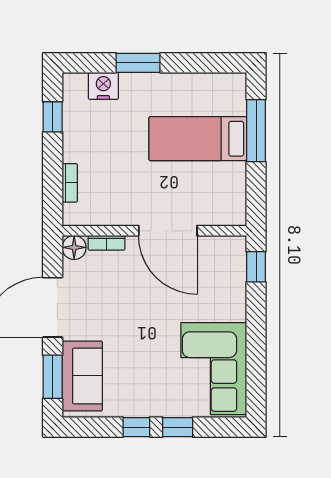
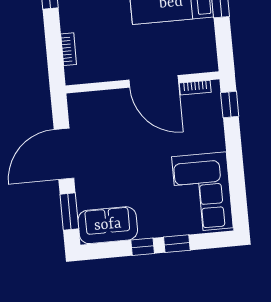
bookcase: (106, 243) -> (195, 88), moved
floor lamp: (74, 247) -> (77, 103), removed
sofa: (82, 376) -> (108, 225), moved, turned -90

